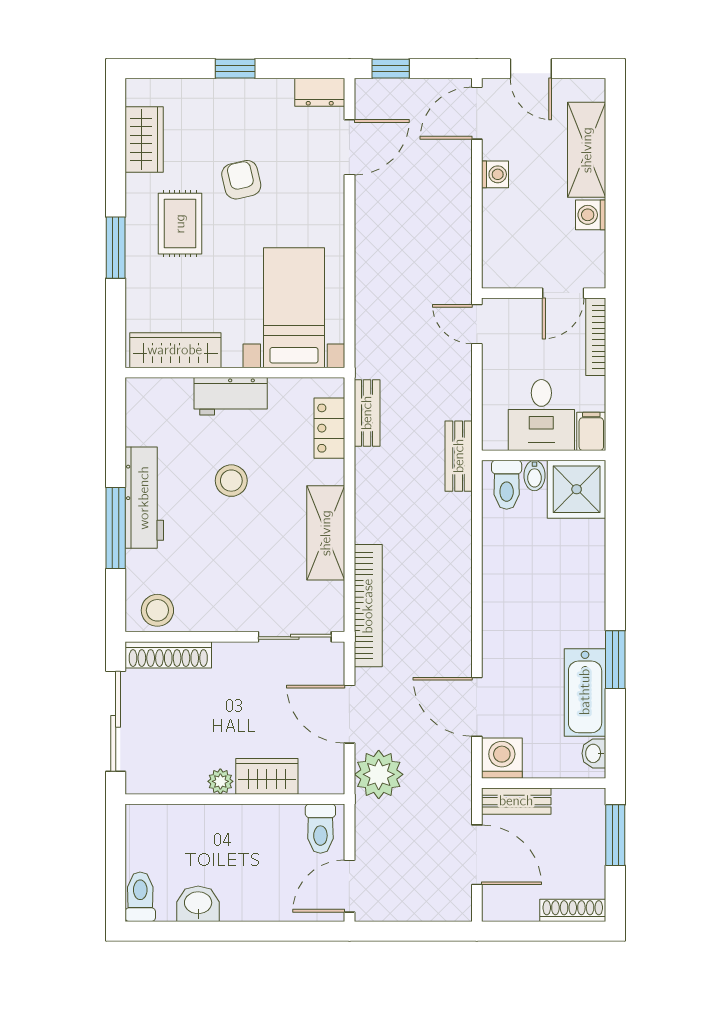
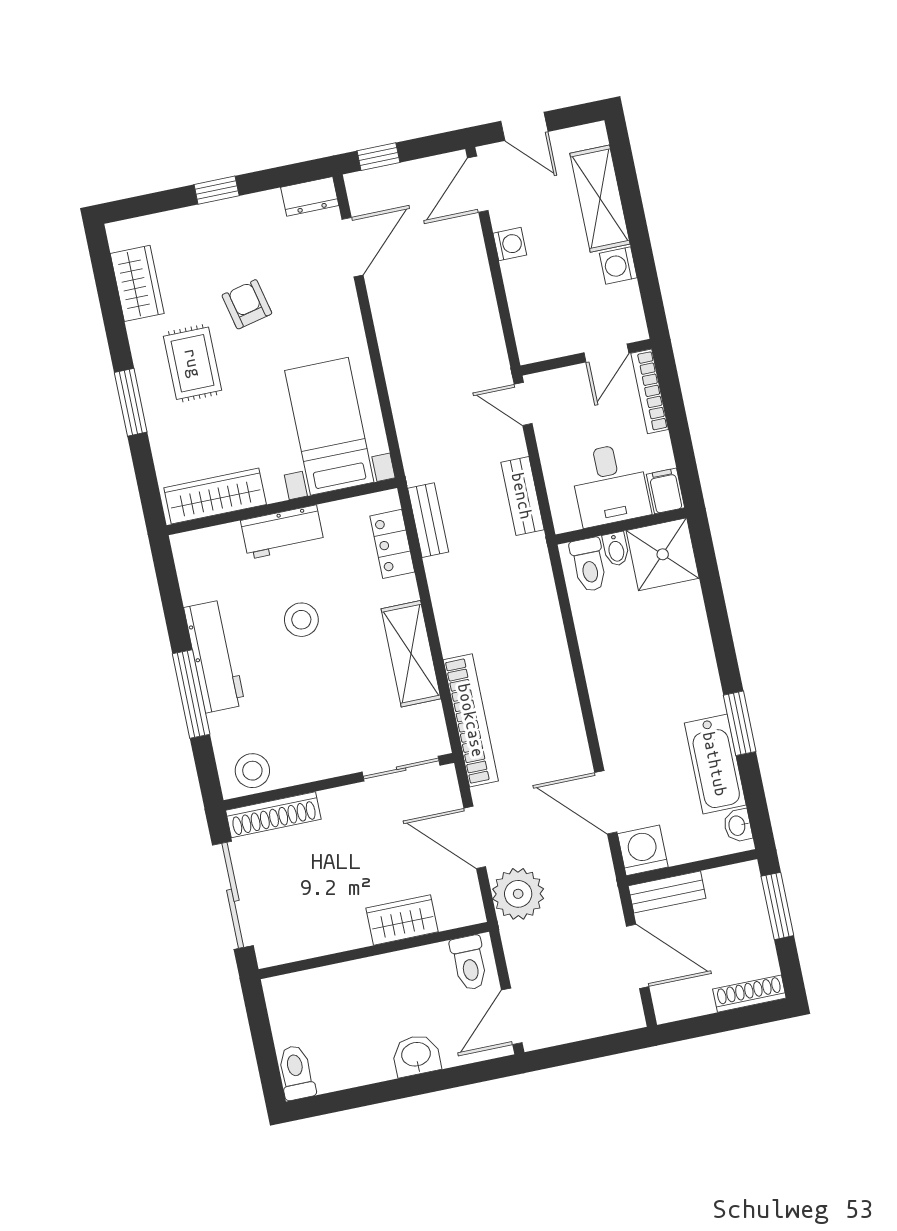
bench: (459, 456) -> (522, 496), moved
plant: (220, 781) -> (355, 935), removed
washbasin: (198, 904) -> (416, 1055), moved

